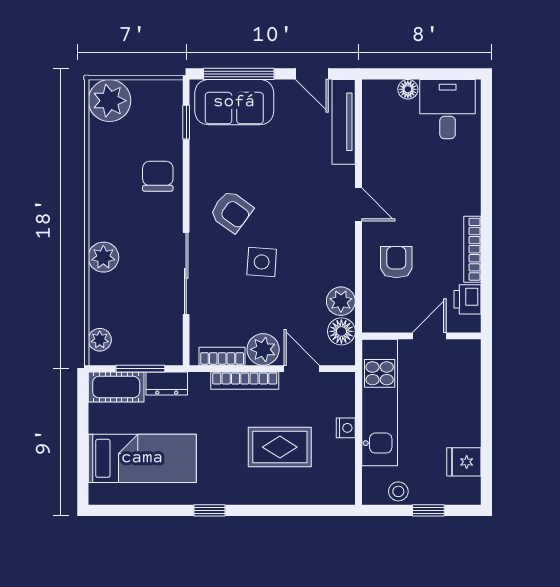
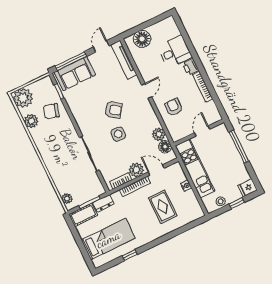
door: (312, 74) -> (101, 46), swing flipped
floor lamp: (408, 89) -> (142, 39), width x1.89, depth x1.89
desk: (448, 109) -> (175, 52), moved, turned 90
chair: (158, 176) -> (51, 111), moved, turned -74
door: (358, 204) -> (147, 91), hinge flipped
armchair: (231, 211) -> (113, 110), moved
plant: (103, 257) -> (31, 121), moved
printer: (468, 299) -> (191, 67), moved
window: (486, 402) -> (239, 147), added
rug: (280, 447) -> (163, 207), turned 90
fridge: (464, 462) -> (247, 188), moved
window: (209, 510) -> (130, 255), moved

